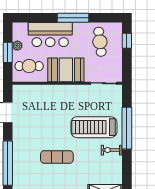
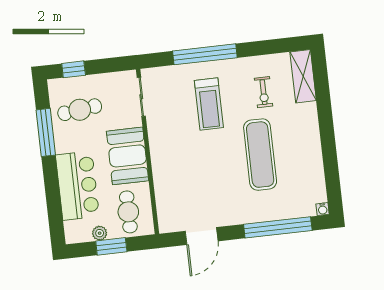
window: (73, 18) -> (46, 132), moved
treadmill: (94, 127) -> (209, 104), width x0.73, depth x0.73
exercise bike: (111, 150) -> (263, 92), moved
exercise mat: (57, 157) -> (260, 155), width x1.36, depth x1.45

